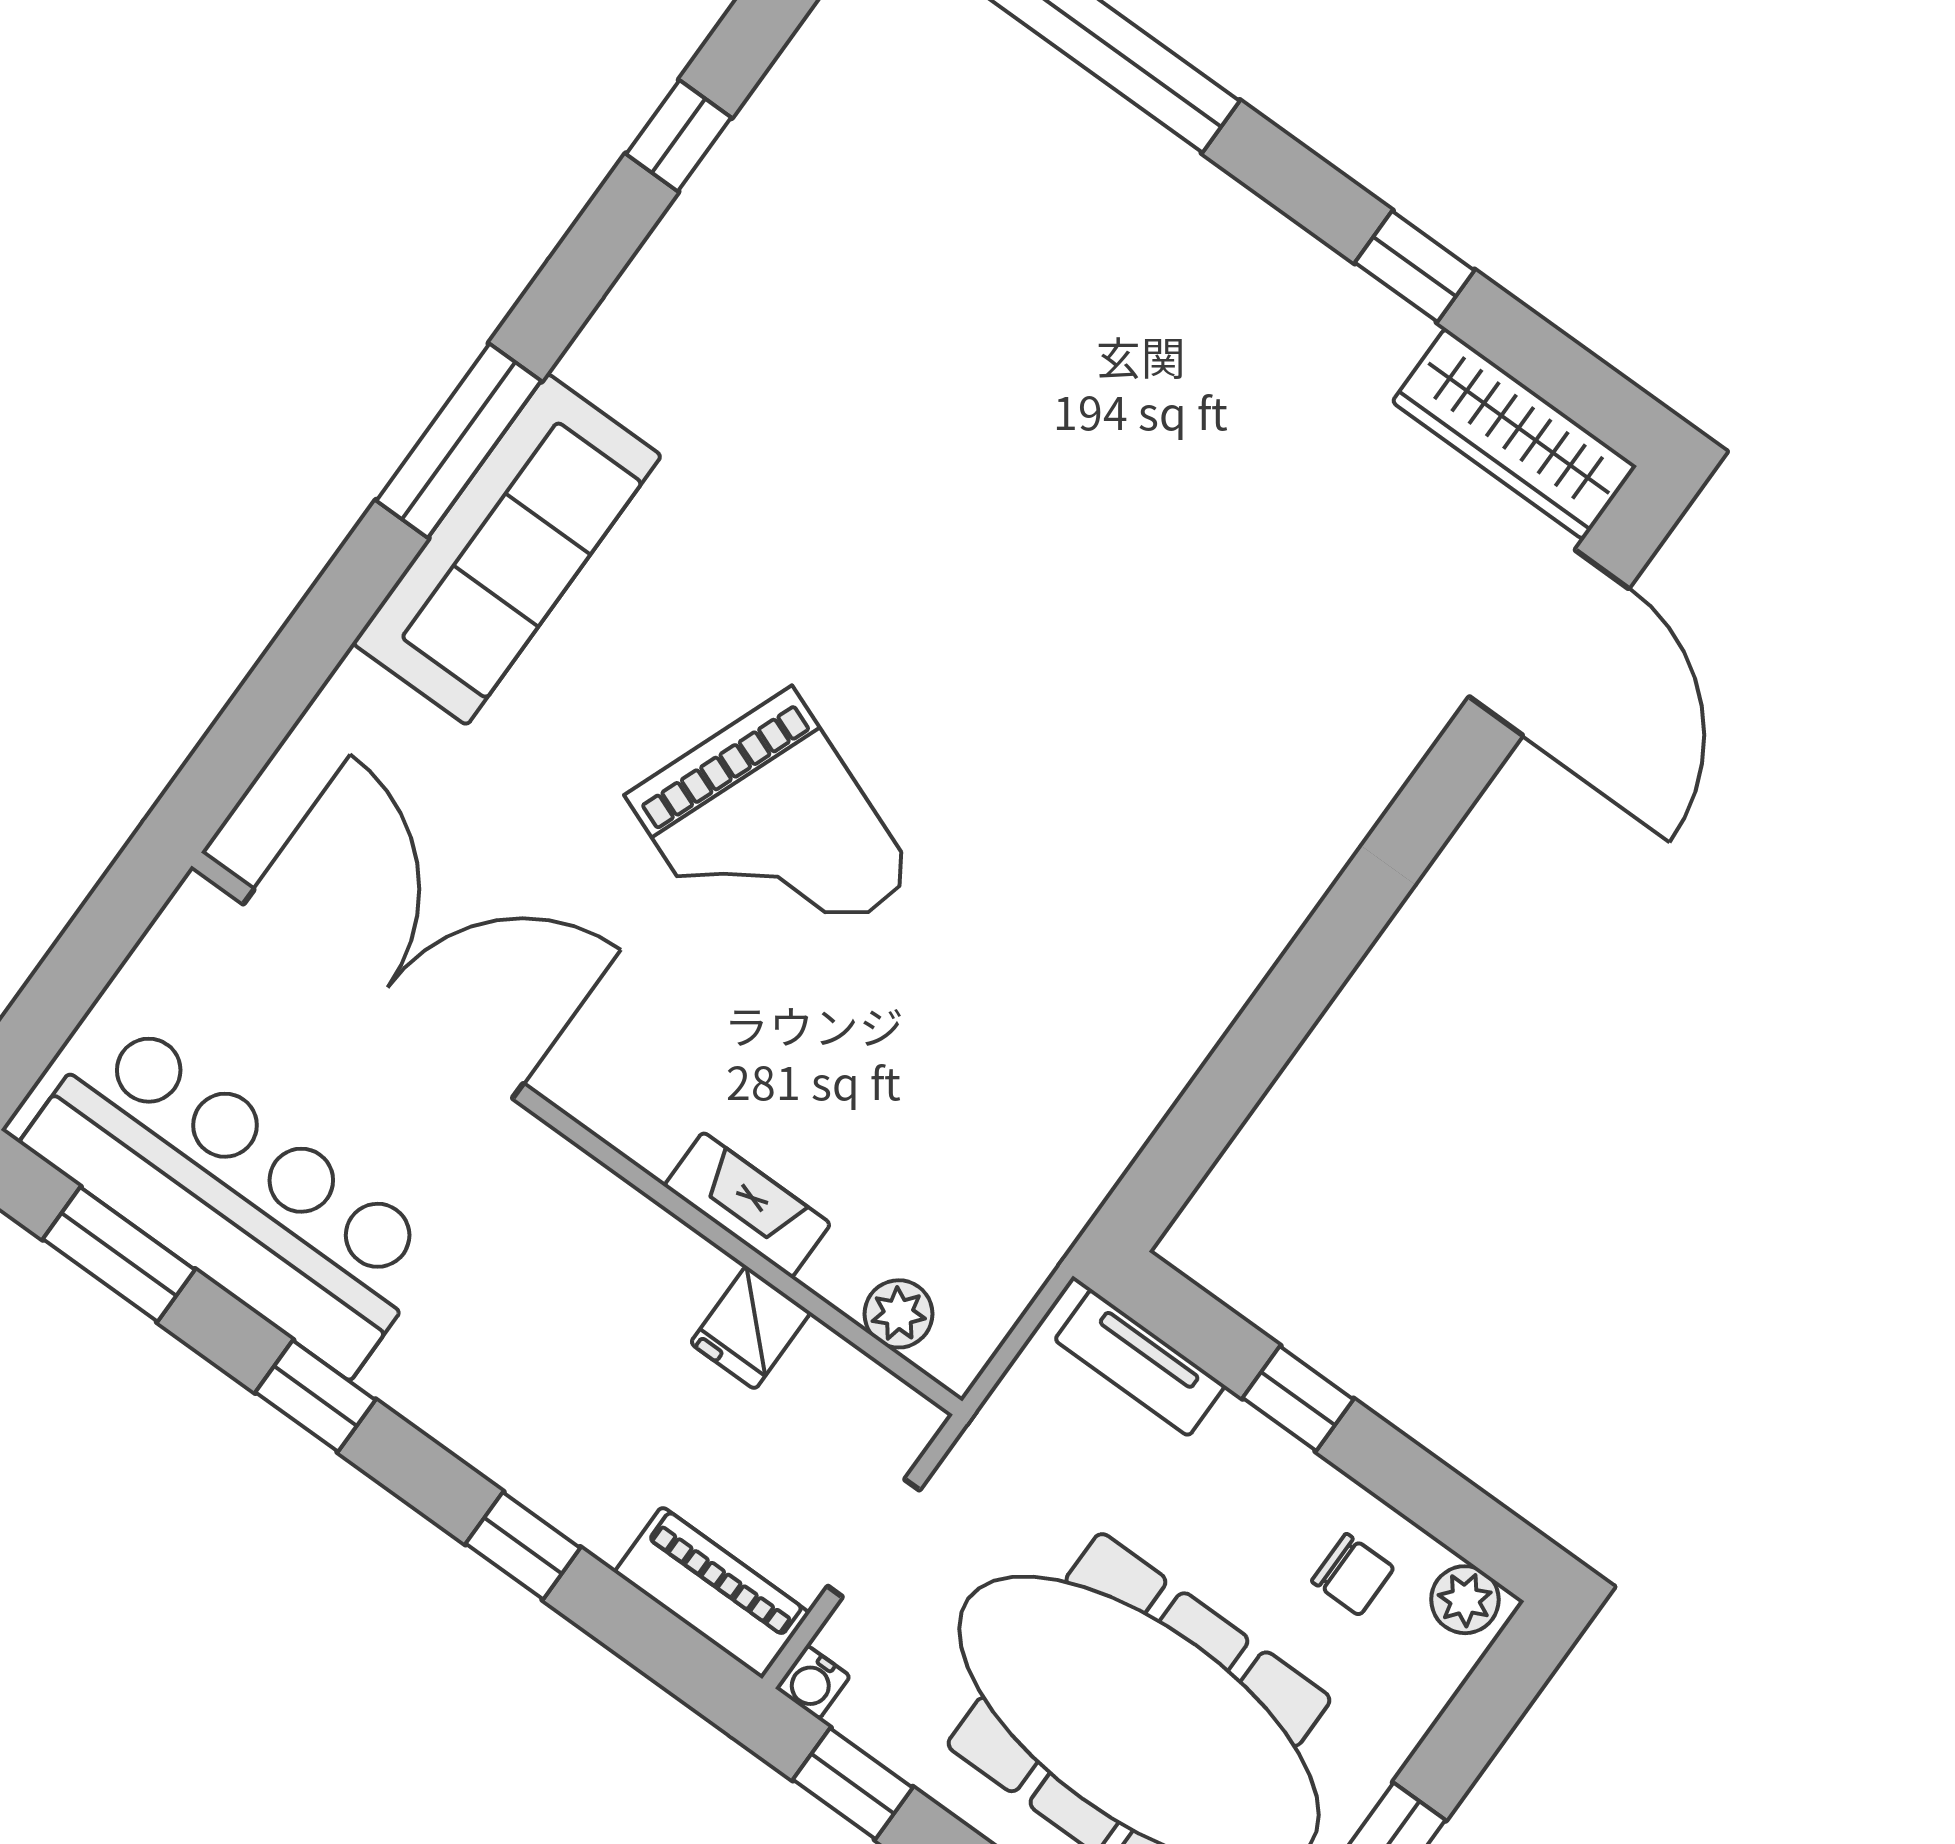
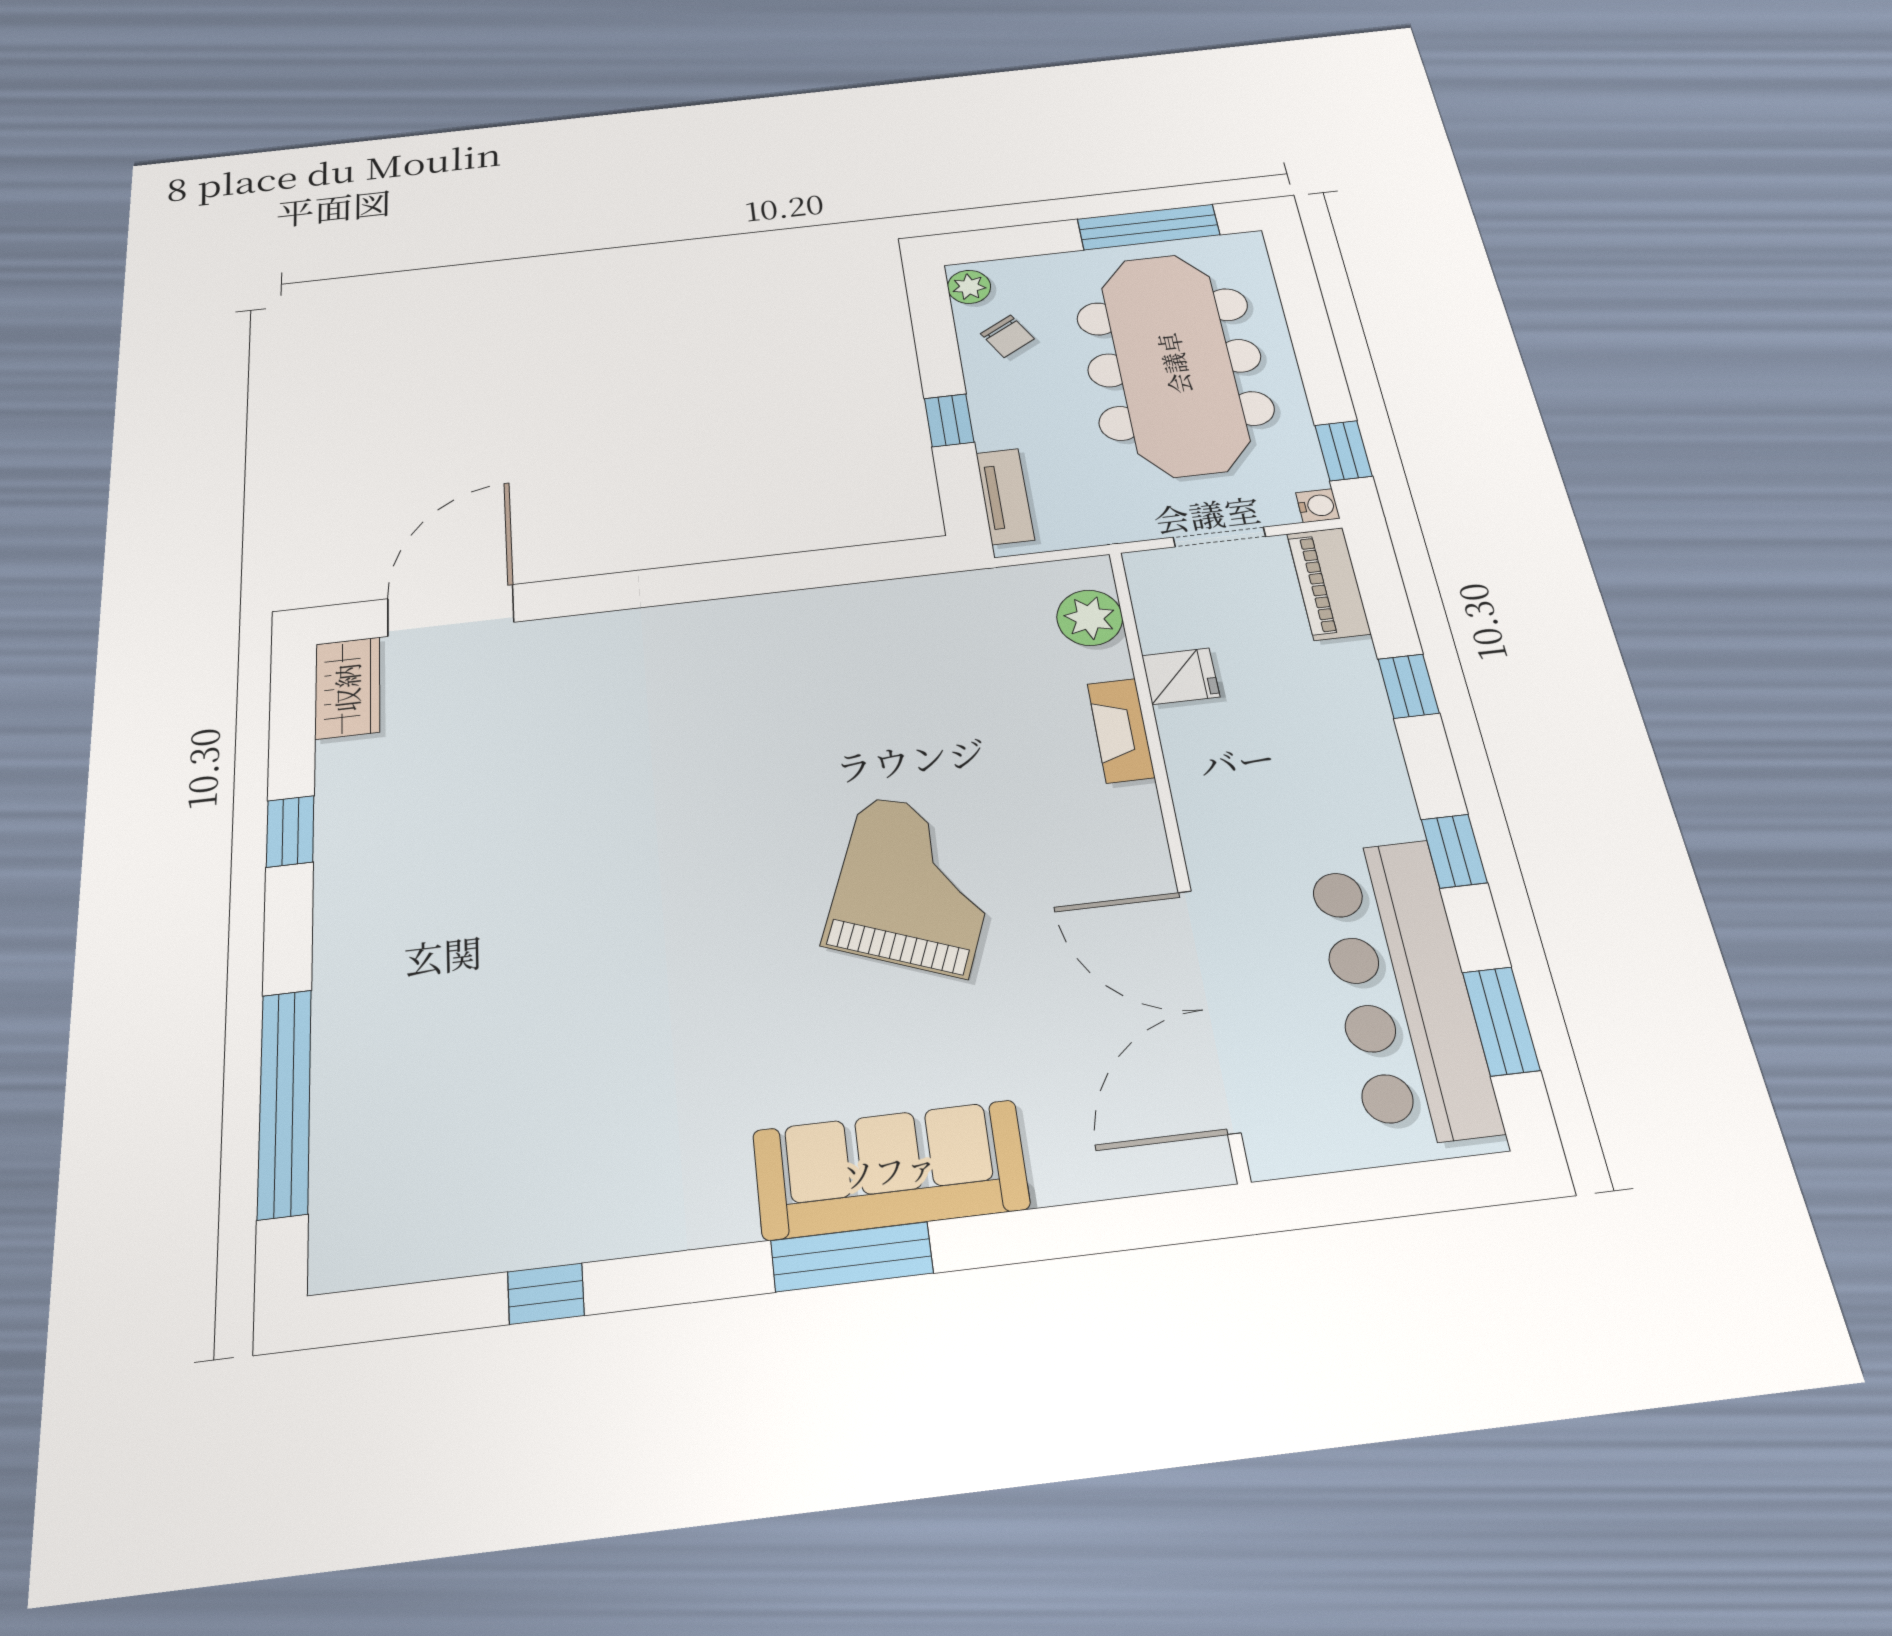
wardrobe: (1514, 434) -> (347, 688), width x0.67
plant: (898, 1314) -> (1090, 618), width x1.38, depth x1.38
chair: (1353, 1574) -> (1007, 336), turned 150

